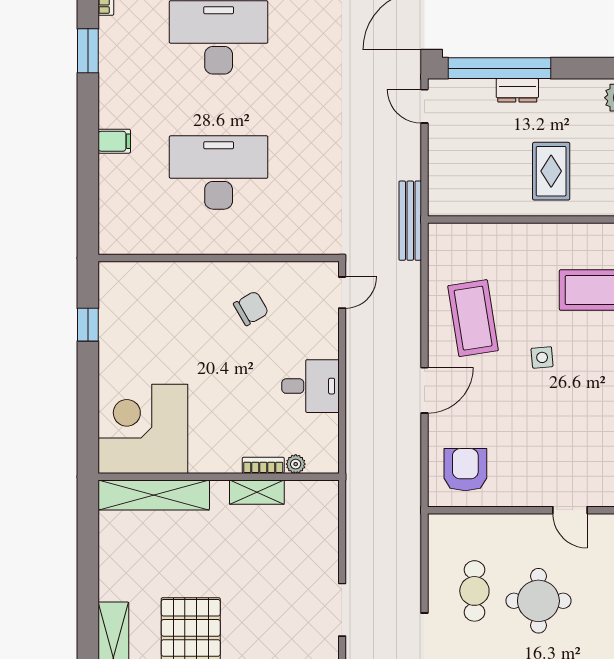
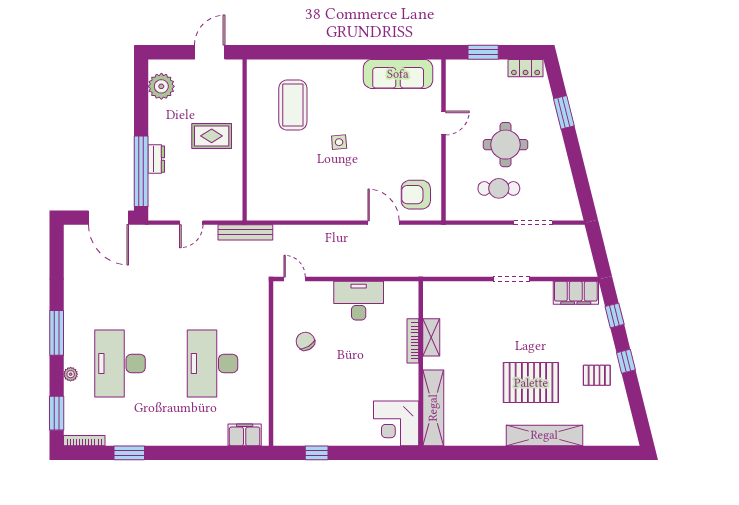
door: (424, 106) -> (191, 223), moved
filing cabinet: (114, 141) -> (245, 435), moved, width x2.00
coffee table: (473, 318) -> (312, 189), removed
desk: (310, 386) -> (359, 301), width x1.37
door: (424, 390) -> (383, 223), moved
corner desk: (143, 429) -> (396, 423), width x0.74, depth x0.74
plant: (296, 464) -> (412, 311), removed
bookcase: (263, 465) -> (413, 341), width x1.56

